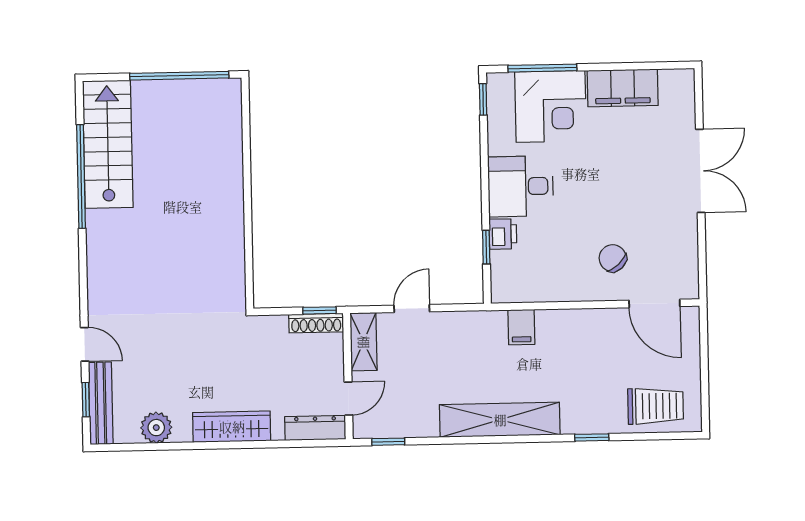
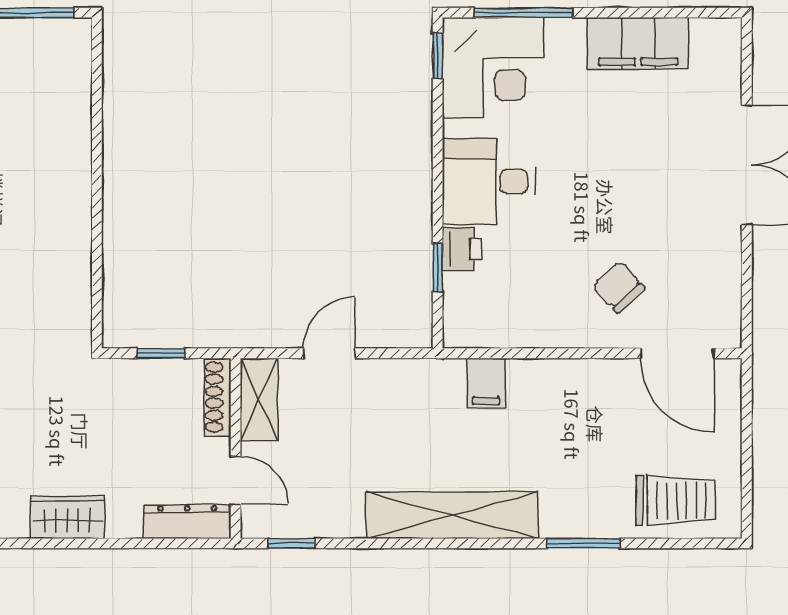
corner desk: (550, 106) -> (493, 68), moved
window: (319, 310) -> (161, 353), moved
shoe rack: (316, 323) -> (218, 397), moved, turned 90
door: (348, 399) -> (236, 480), hinge flipped
wardrobe: (232, 427) -> (67, 517), width x0.67
window: (592, 437) -> (583, 543), width x1.50

